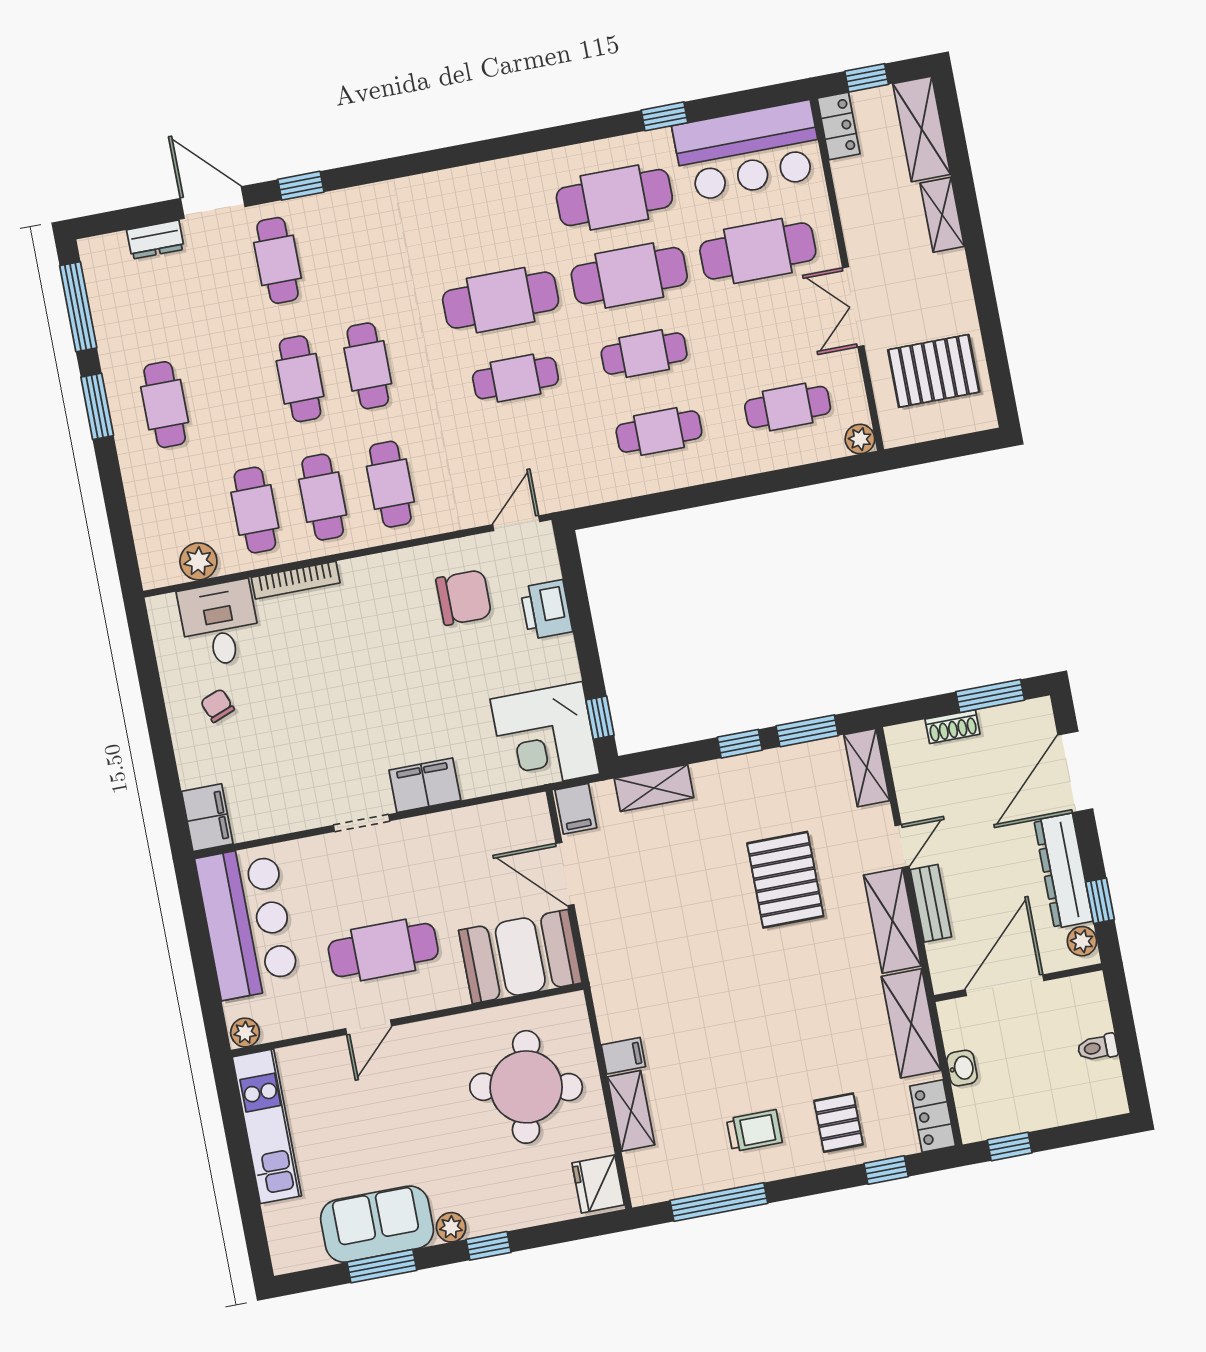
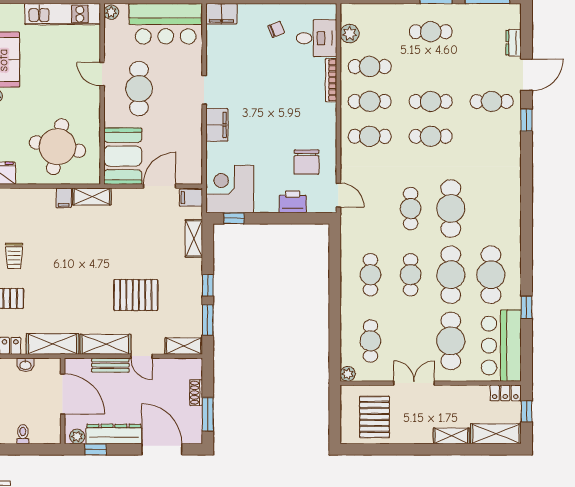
shelving: (631, 1111) -> (92, 196), moved

